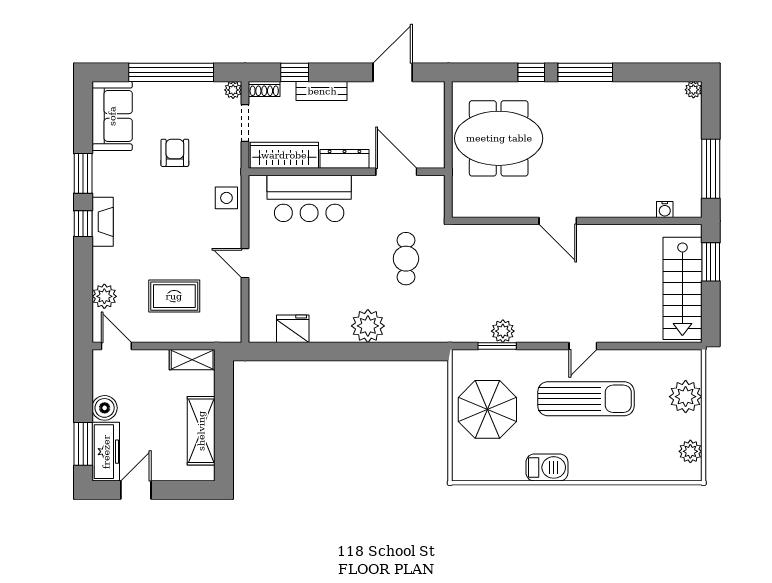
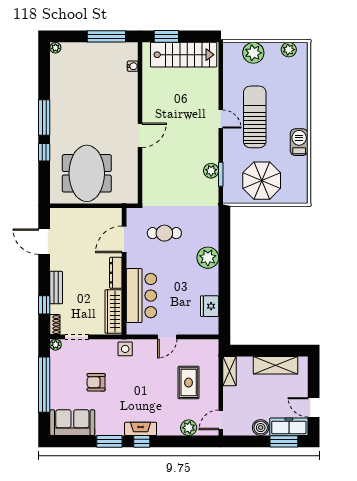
wardrobe: (284, 155) -> (114, 312), moved
dresser: (344, 159) -> (116, 273), moved
wall: (347, 172) -> (124, 271), moved
door: (396, 172) -> (124, 239), moved
bar counter: (309, 198) -> (141, 296), moved

